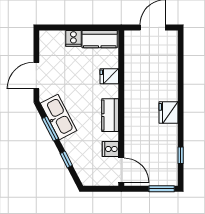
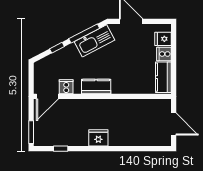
fridge: (109, 76) -> (163, 39), moved, turned -90
window: (50, 129) -> (84, 34), width x1.44

